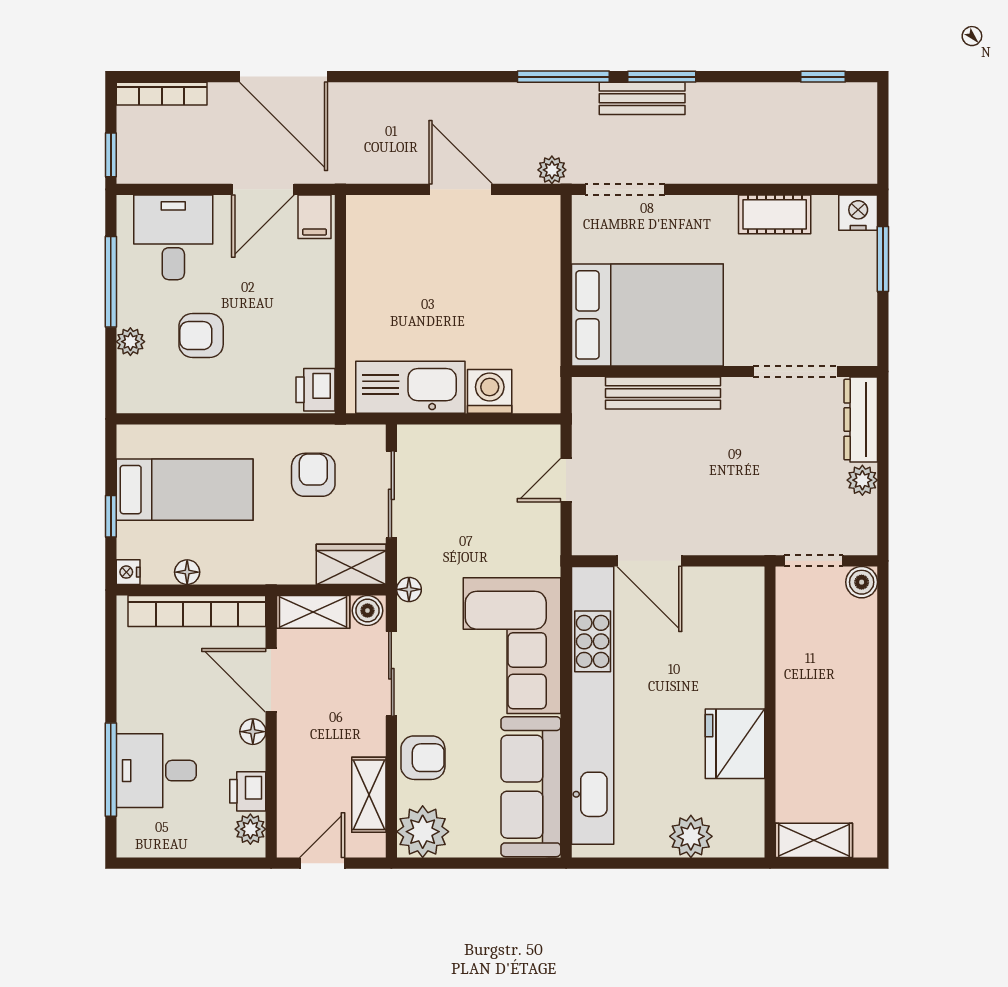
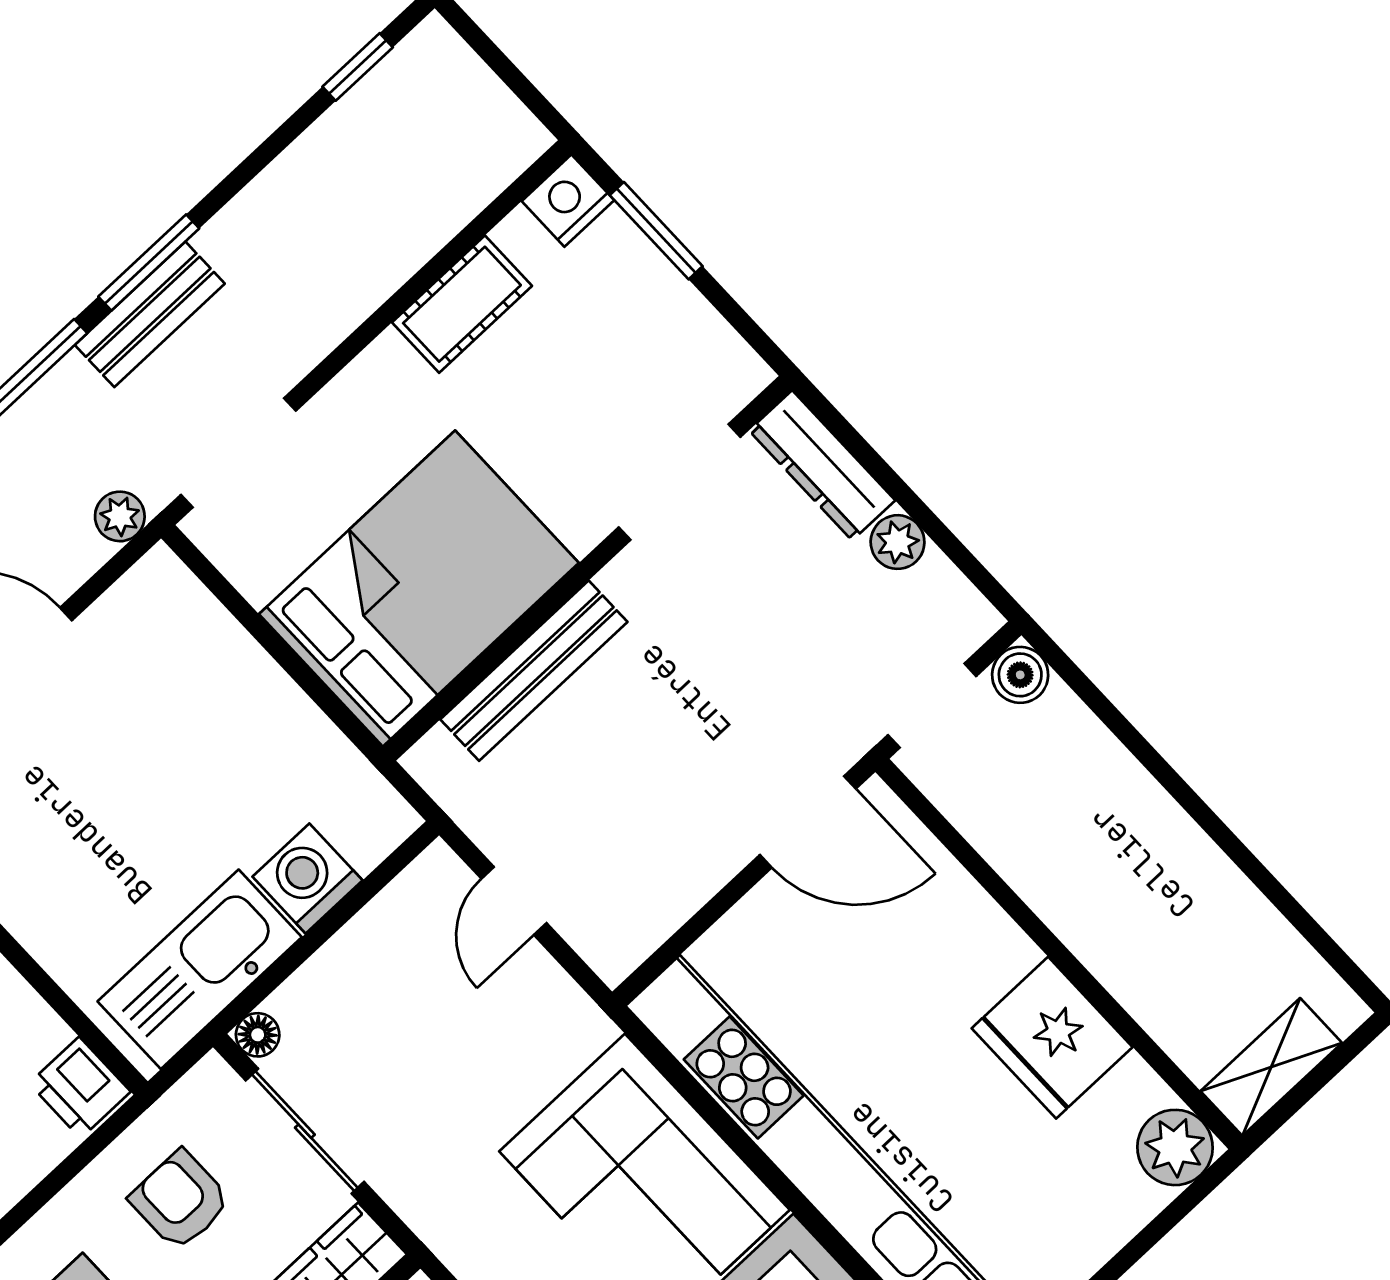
door: (649, 561) -> (808, 822), moved
floor lamp: (409, 589) -> (258, 1035), moved
plant: (691, 836) -> (1175, 1147), moved

